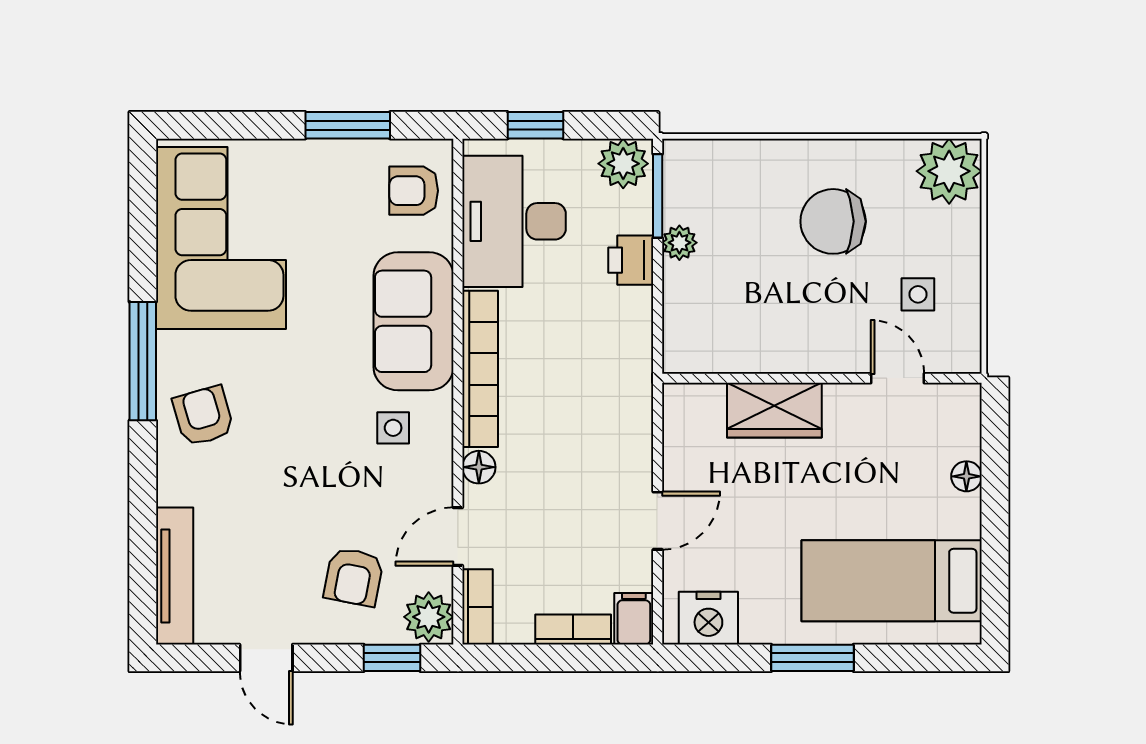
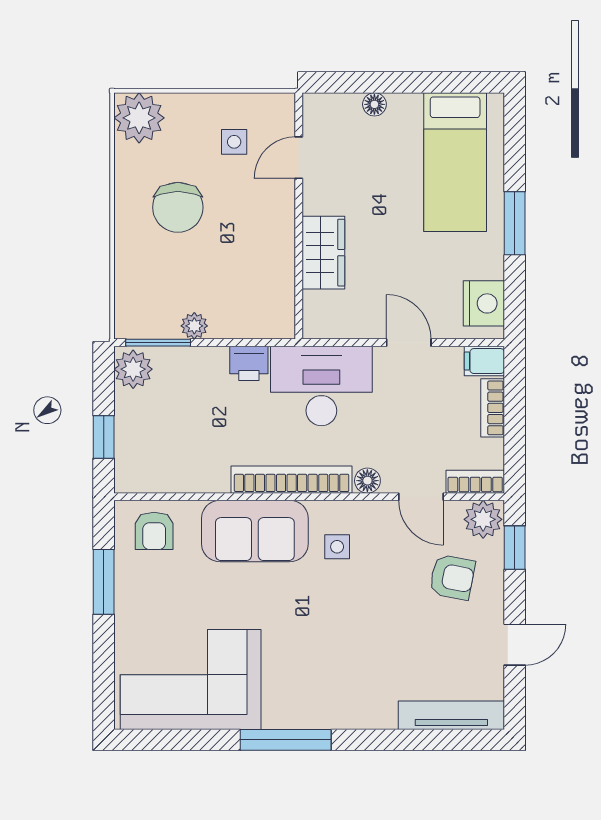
desk: (514, 221) -> (321, 386), moved, turned 180
printer: (631, 260) -> (249, 363), moved
armchair: (203, 416) -> (328, 693), removed

